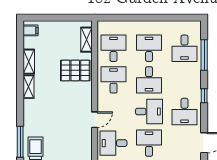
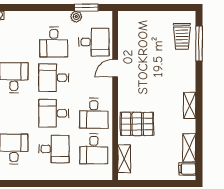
desk: (149, 48) -> (54, 149), turned -90
shelving: (29, 62) -> (189, 148), moved
desk: (149, 80) -> (54, 113), turned -90

